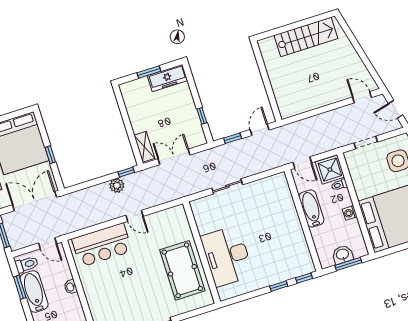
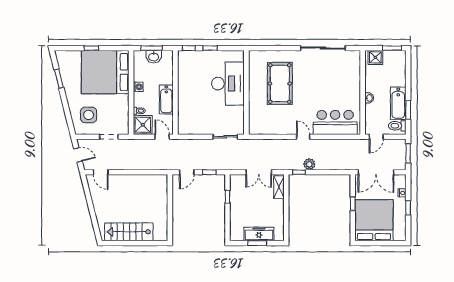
freezer: (167, 78) -> (259, 234), moved
door: (48, 243) -> (376, 137), swing flipped
wall: (202, 253) -> (246, 92), moved
desk: (227, 256) -> (228, 84), moved

